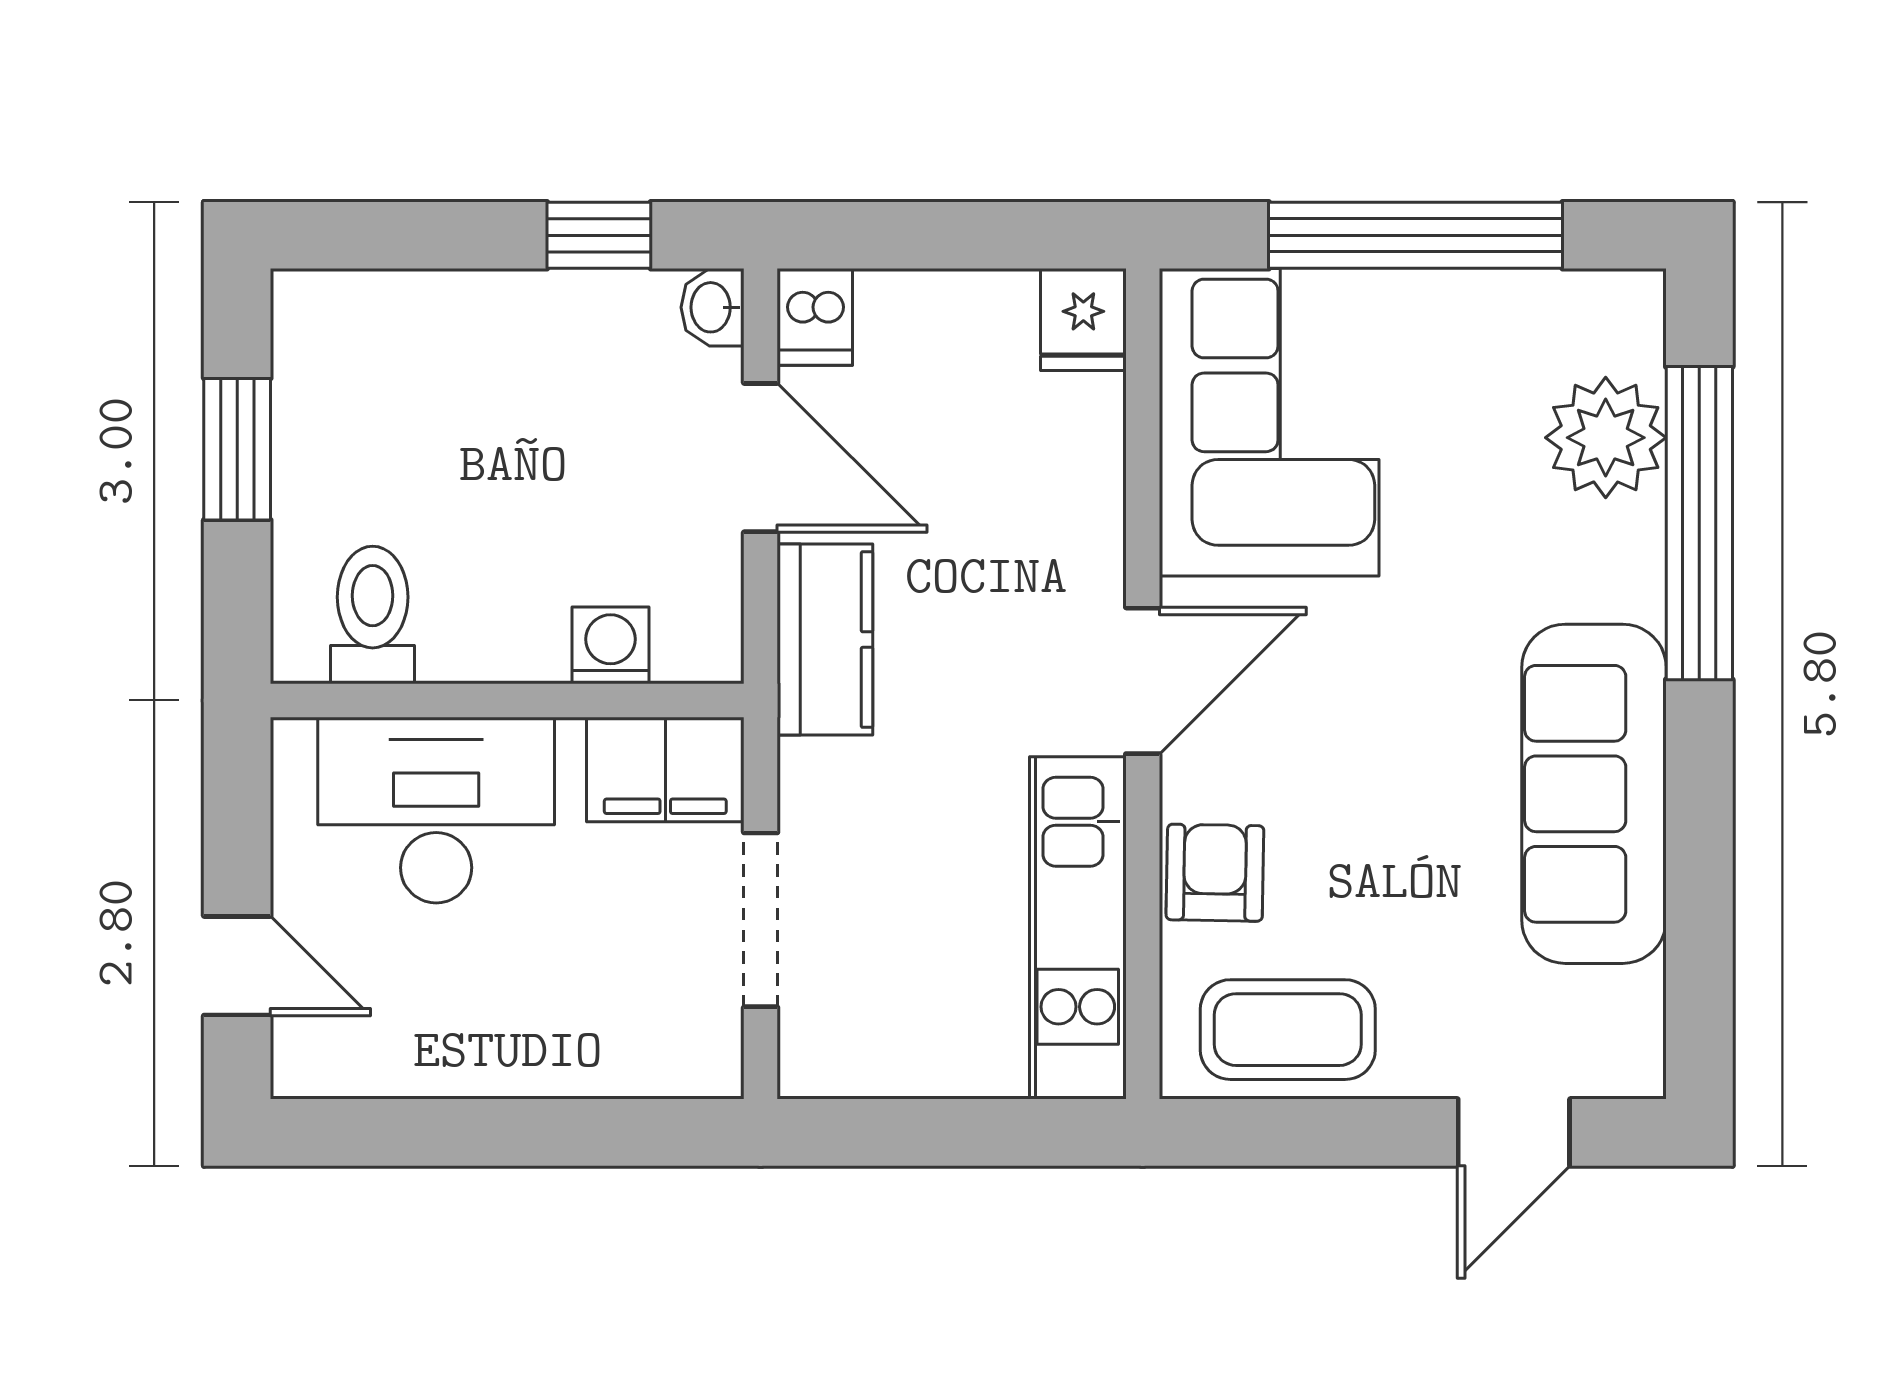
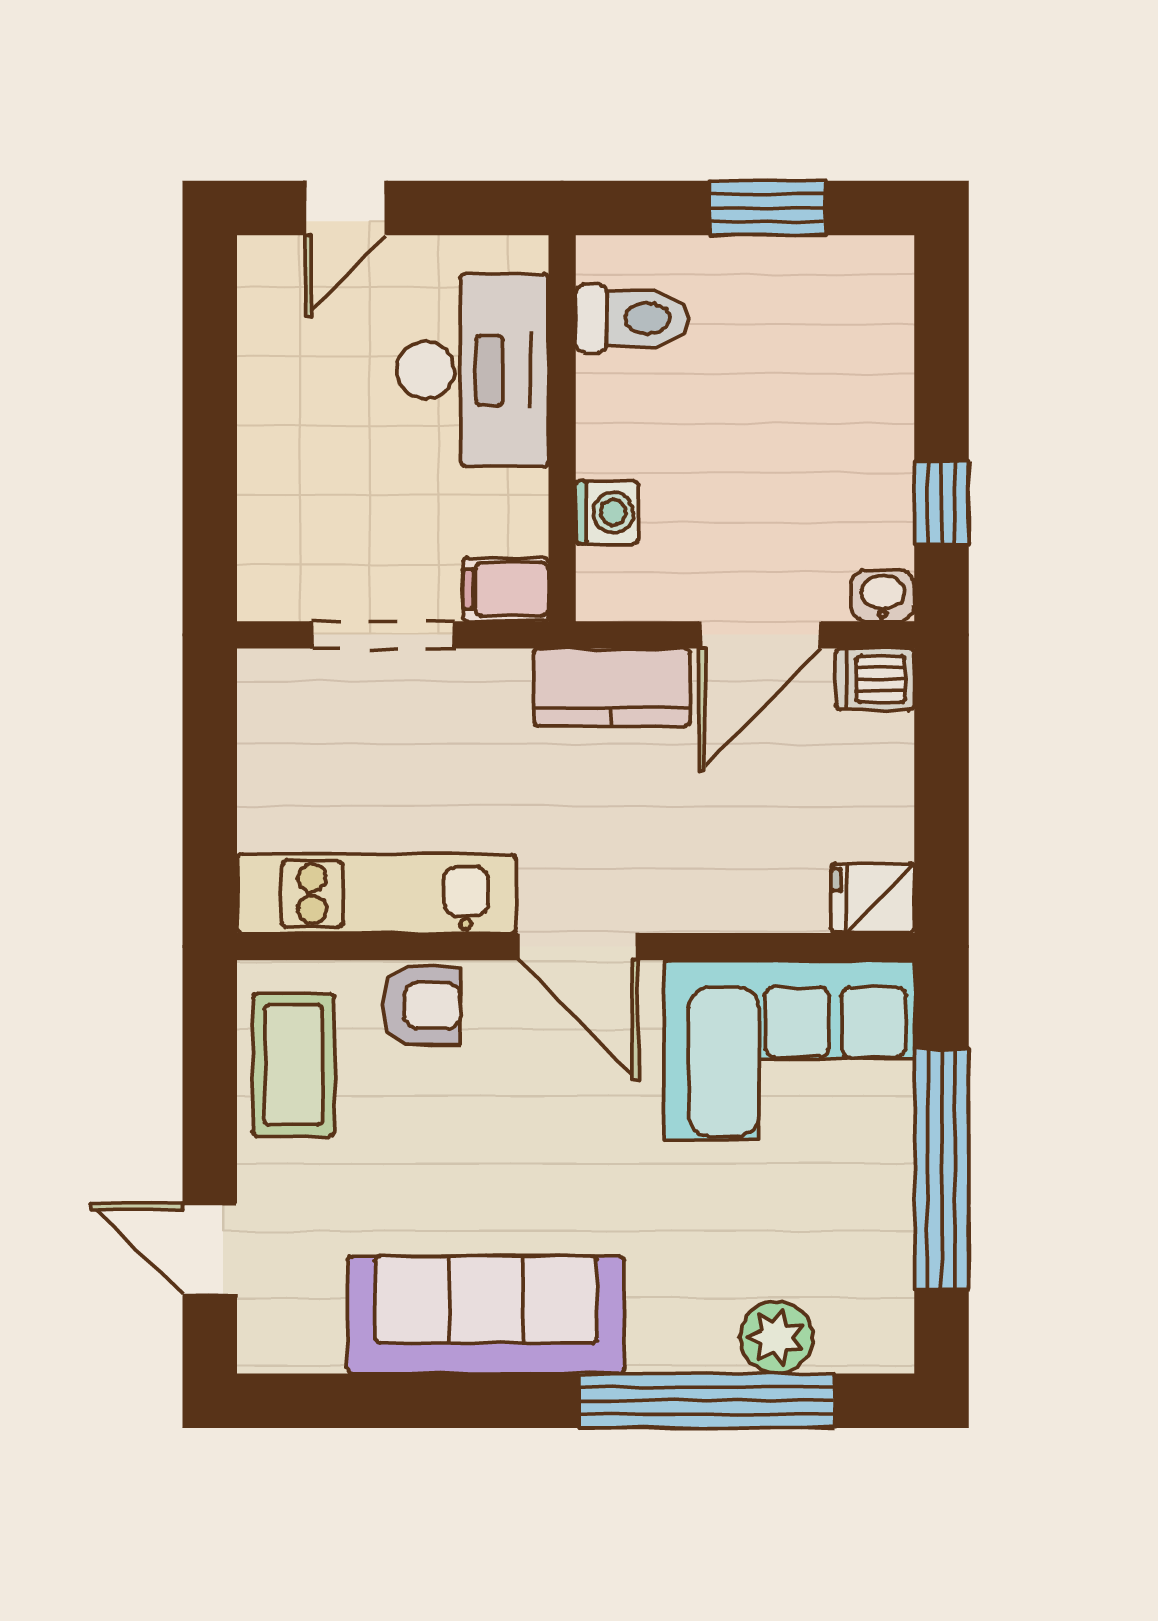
plant: (1606, 438) -> (777, 1337), width x0.73, depth x0.73
filing cabinet: (665, 770) -> (506, 589), width x0.50

